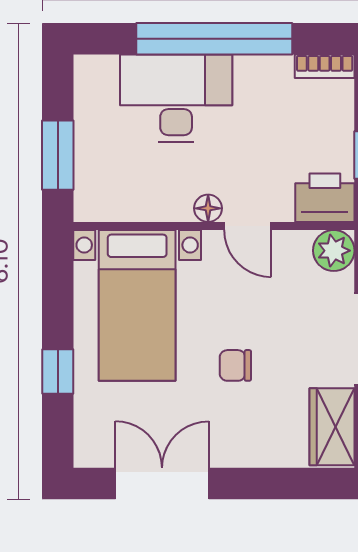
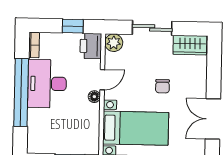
desk: (176, 98) -> (47, 84), moved

